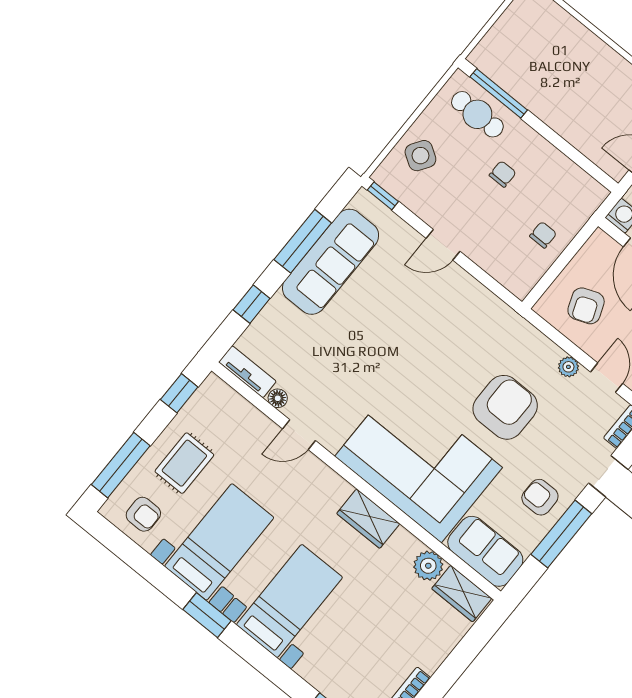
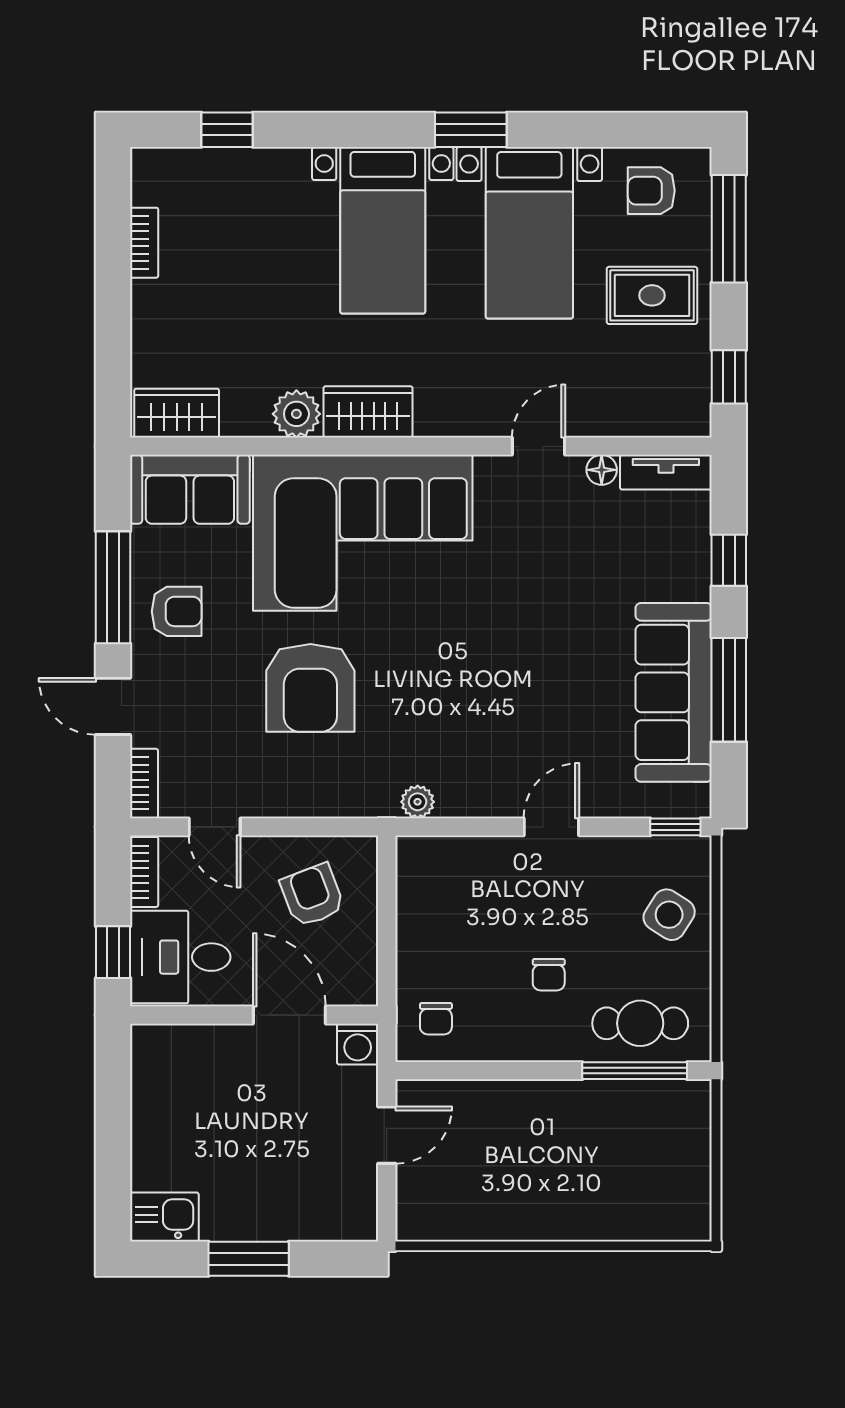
chair: (543, 235) -> (436, 1019), moved
plant: (568, 367) -> (418, 802), moved
rug: (184, 463) -> (652, 295), turned 90
plant: (428, 566) -> (296, 414), moved

